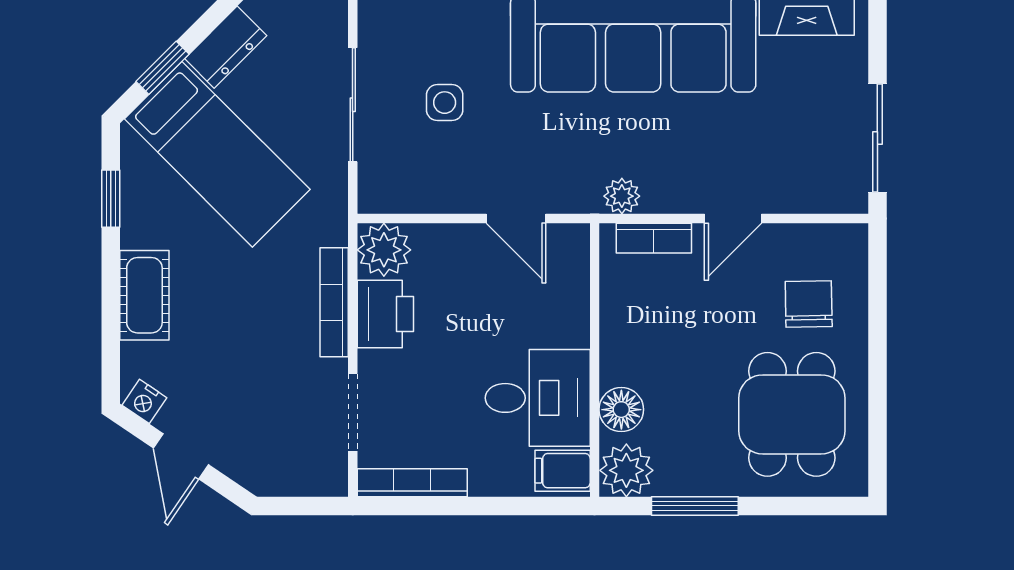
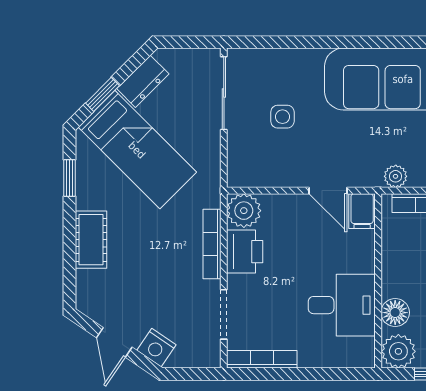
sliding door: (353, 105) -> (224, 93), moved
nightstand: (144, 401) -> (156, 348), moved, width x1.39, depth x1.35
filing cabinet: (563, 471) -> (362, 211), moved, turned -90

